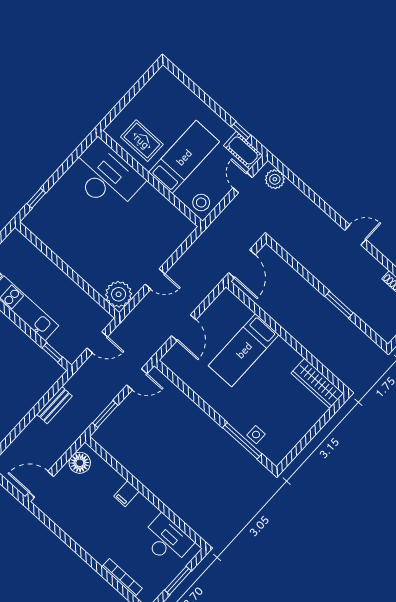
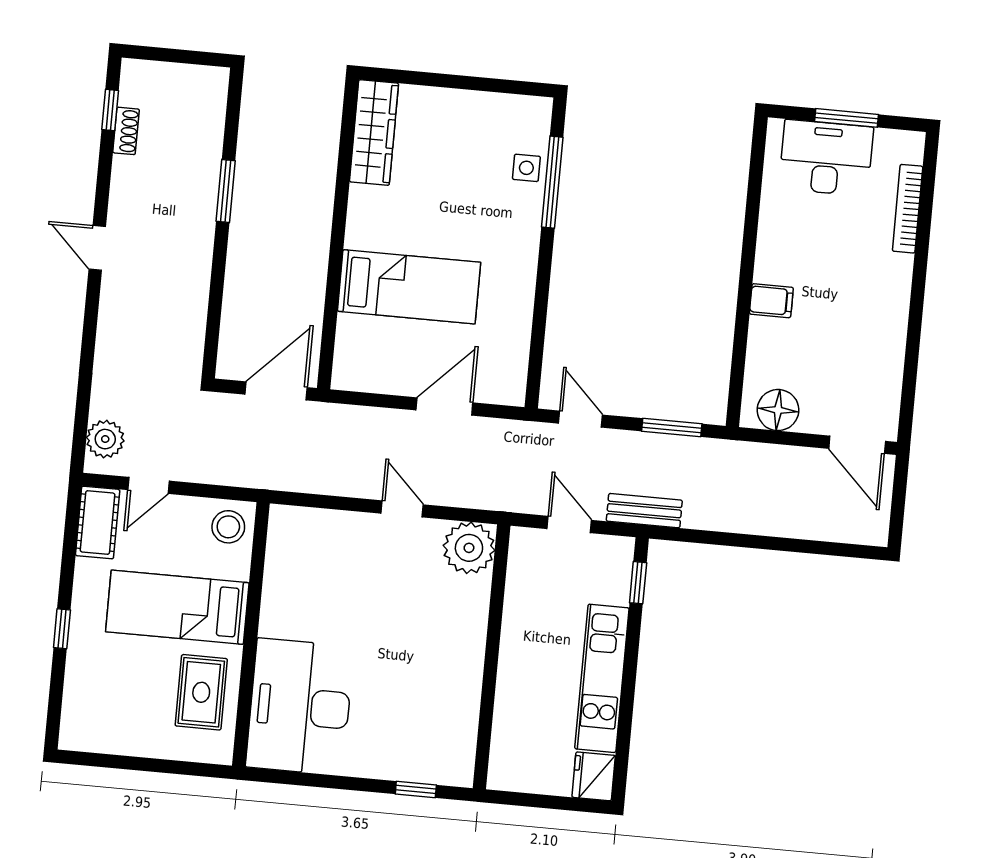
window: (241, 131) -> (62, 629), moved
bench: (54, 405) -> (644, 511), moved
desk: (167, 540) -> (826, 158), moved, turned 90

